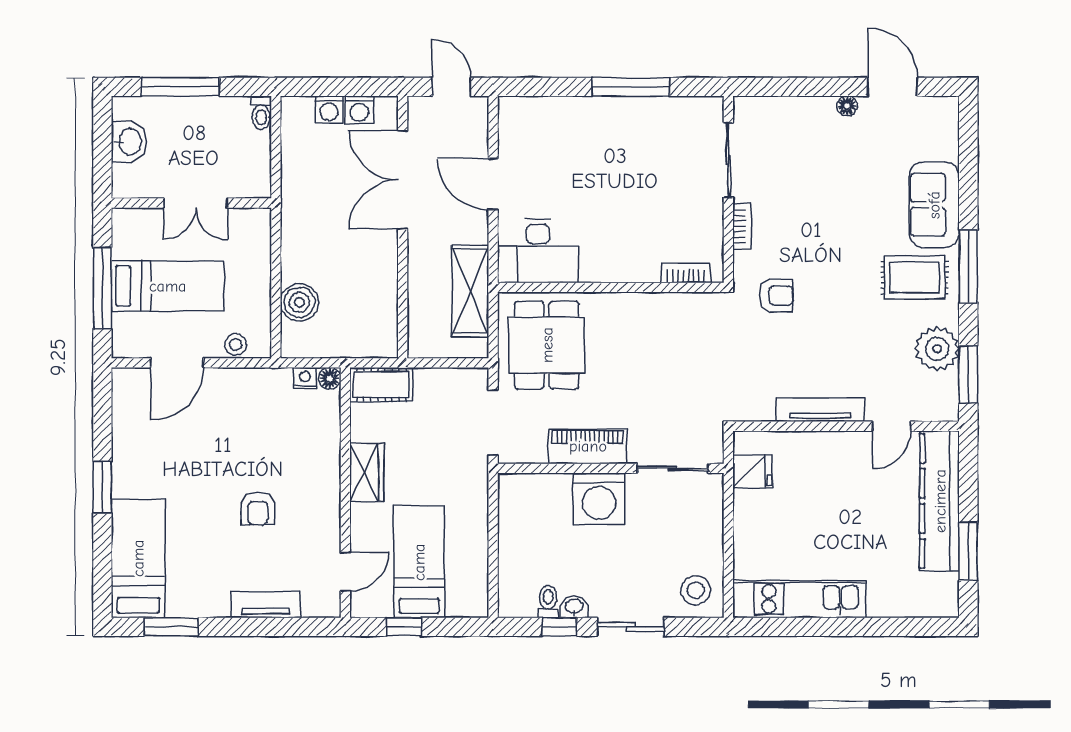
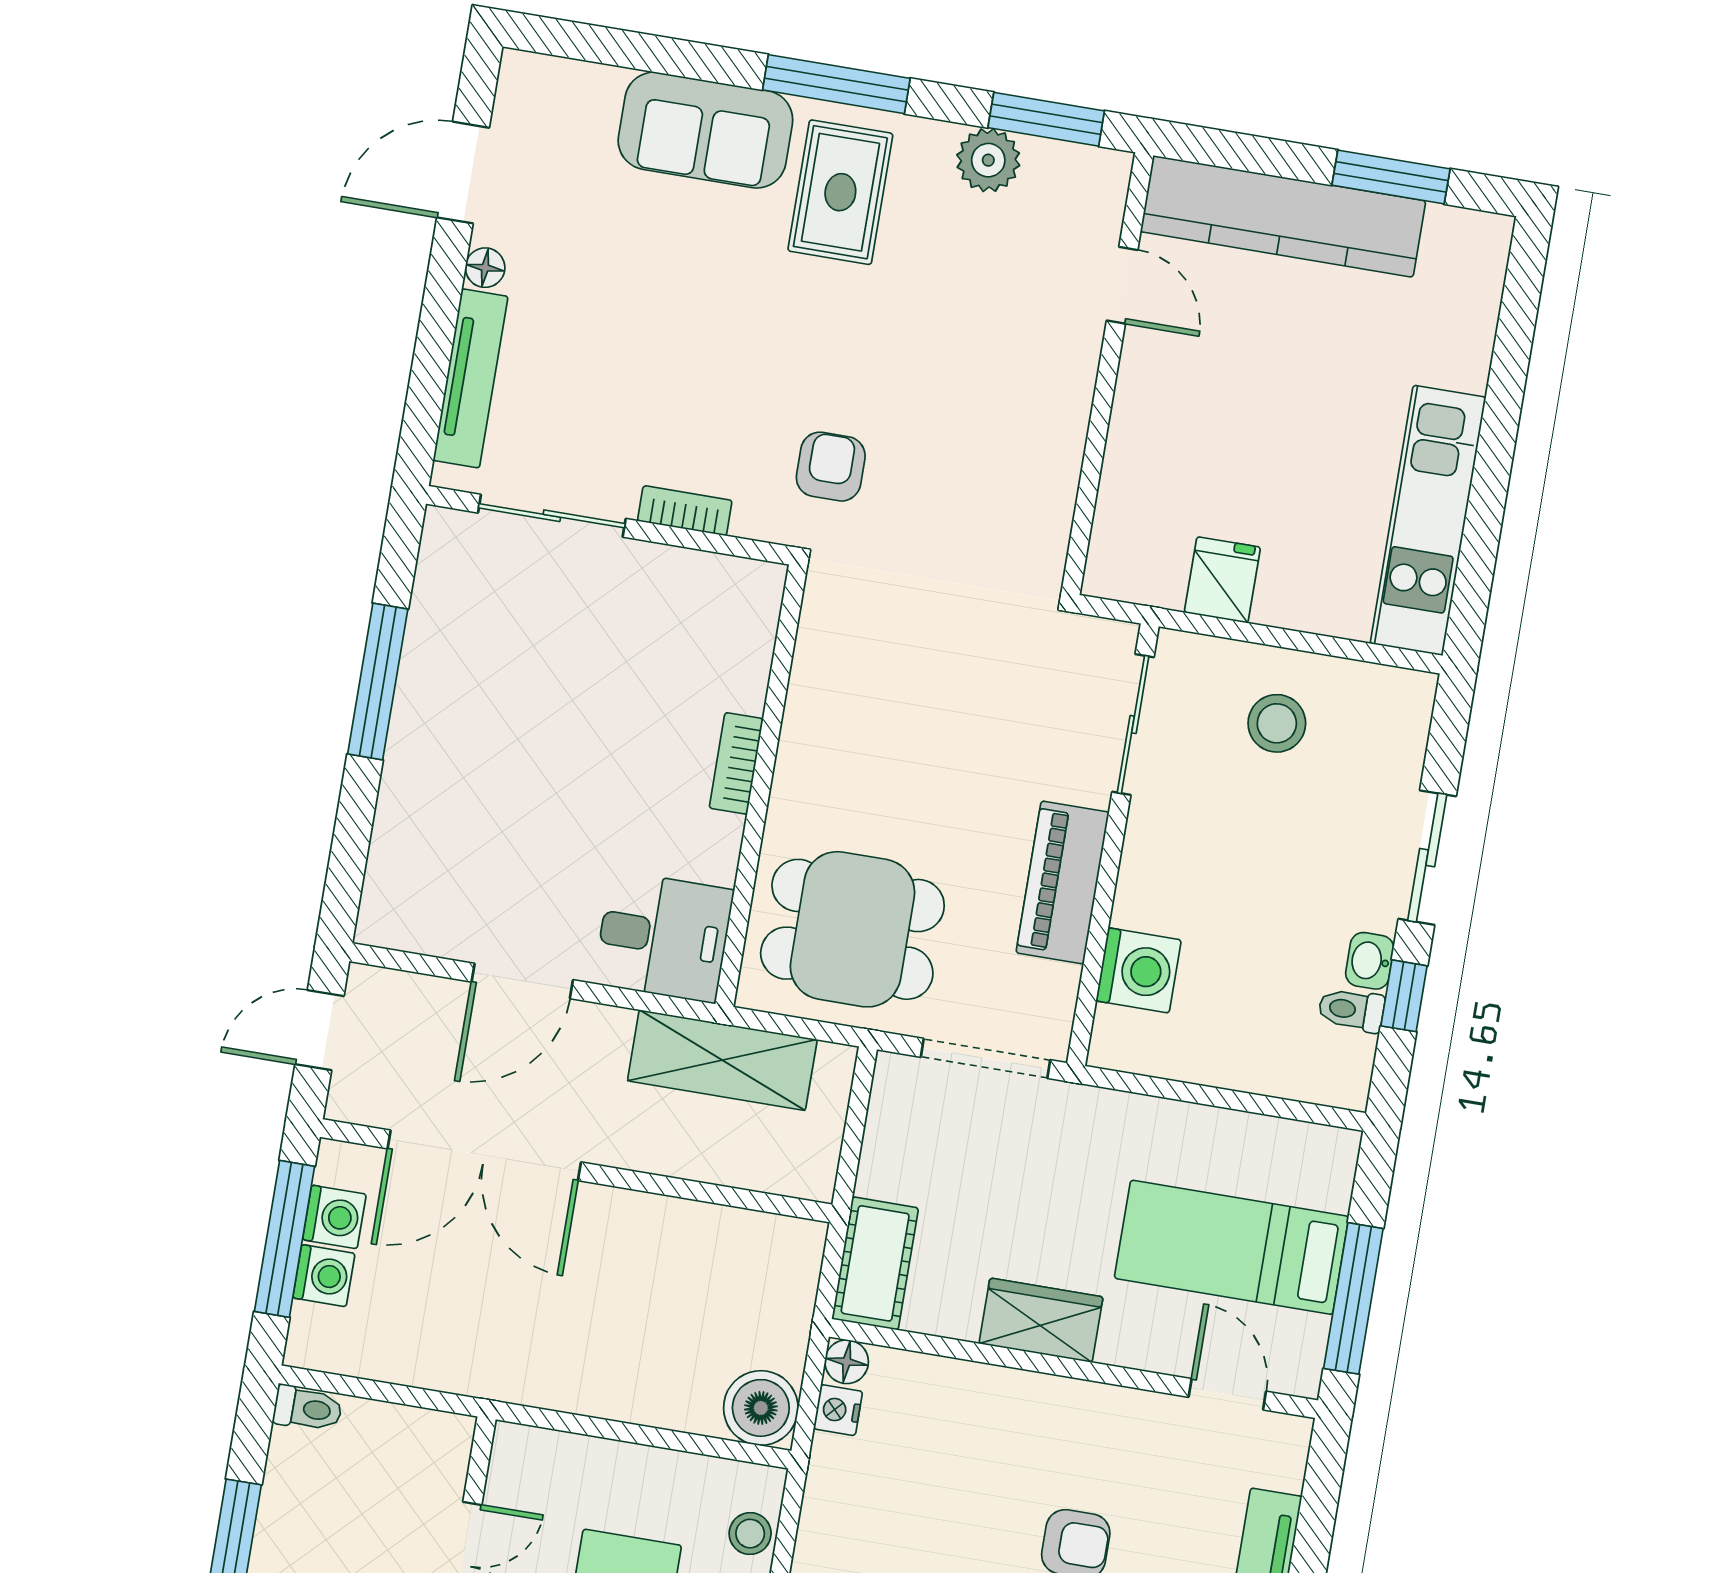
window: (344, 87) -> (284, 1239), added
desk: (538, 251) -> (663, 937), width x0.73
bookcase: (686, 273) -> (736, 763), moved
boiler: (299, 302) -> (761, 1408), moved
plant: (937, 349) -> (988, 160), width x0.73, depth x0.73
tv unit: (820, 410) -> (471, 378), moved, turned 180
fridge: (752, 472) -> (1222, 580), moved
washing machine: (599, 499) -> (1139, 970), moved, width x0.73, depth x0.73
stool: (696, 590) -> (1277, 723), moved
window: (404, 627) -> (1353, 1298), width x2.17

